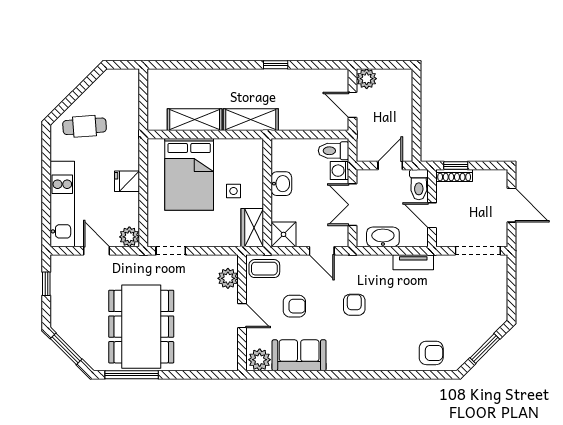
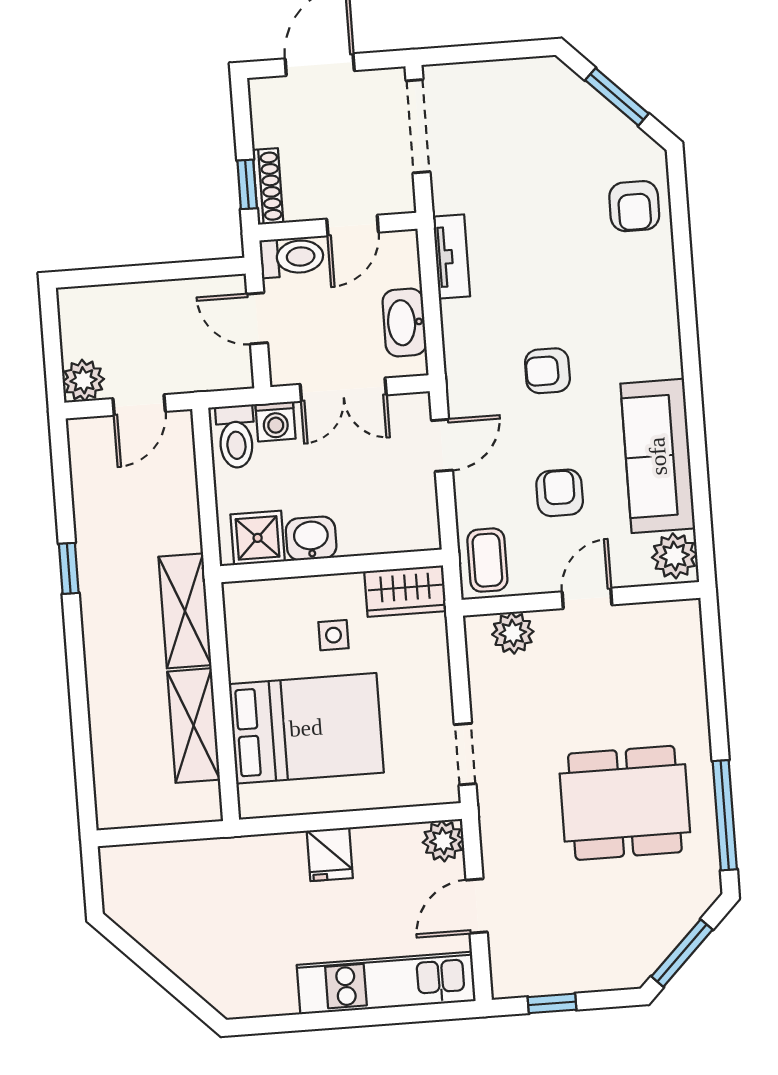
cafe table: (85, 126) -> (224, 949), removed
shower: (284, 234) -> (258, 538), moved
dining table: (141, 327) -> (625, 803), width x0.73, depth x0.80
armchair: (431, 353) -> (634, 206), turned 180
sofa: (299, 355) -> (658, 456), width x1.36

